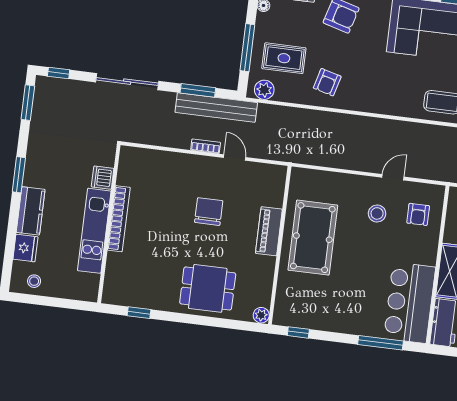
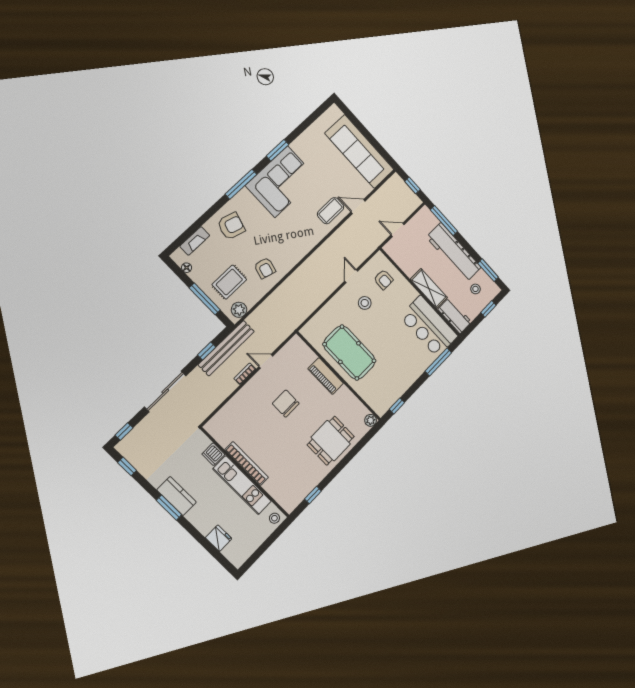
window: (198, 90) -> (207, 351), width x0.67
window: (28, 103) -> (127, 466), width x0.67
kitchen counter: (31, 211) -> (177, 496), moved
stool: (34, 281) -> (274, 518), moved

